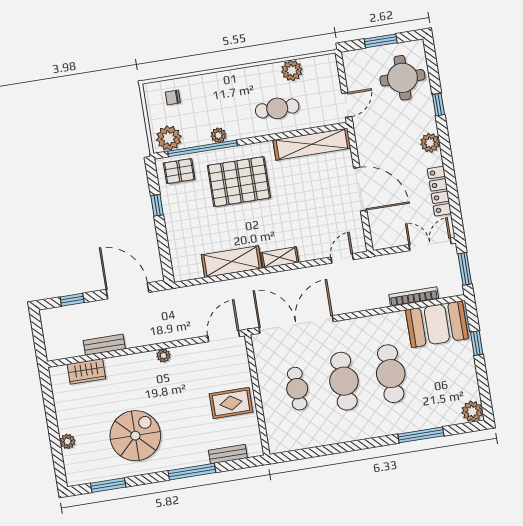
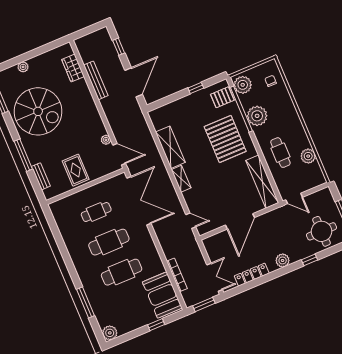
plant: (218, 135) -> (257, 116), width x1.88, depth x1.88
pallet: (179, 171) -> (222, 97), turned 90
bench: (104, 345) -> (96, 80), width x1.36
plant: (163, 356) -> (106, 140), moved
spiral stairs: (135, 436) -> (38, 111), width x1.37, depth x1.37

